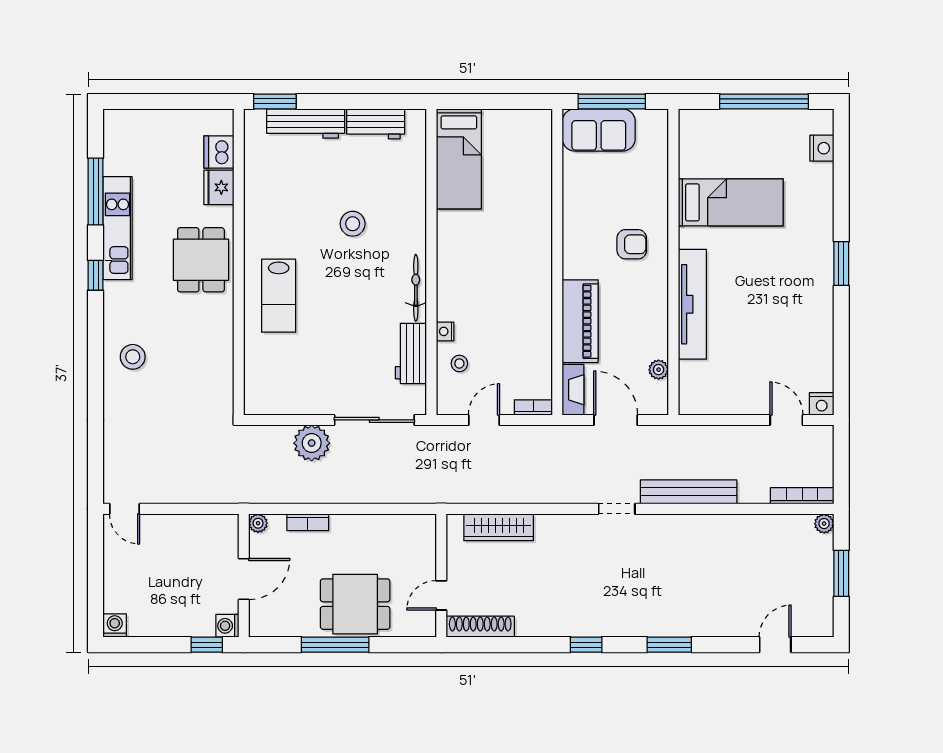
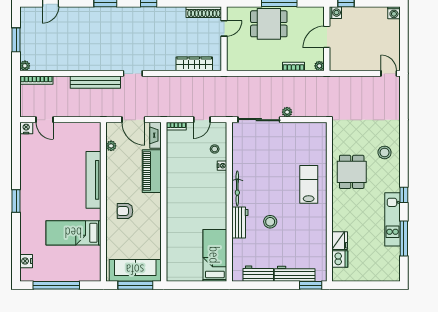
sofa: (599, 130) -> (135, 270), width x1.36
dining table: (201, 260) -> (352, 172), moved
workbench: (411, 353) -> (240, 223), moved
plant: (312, 443) -> (287, 112), width x0.53, depth x0.53

